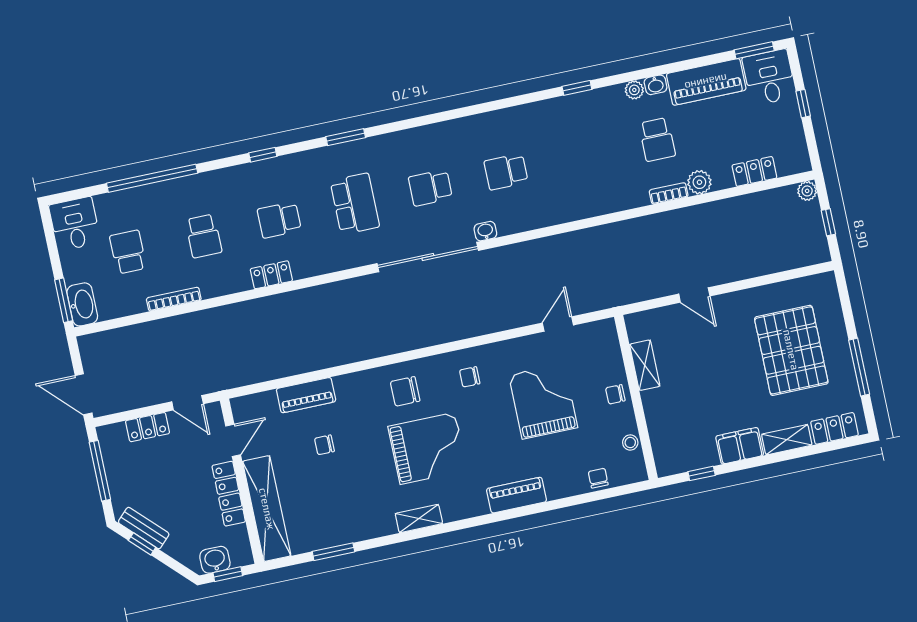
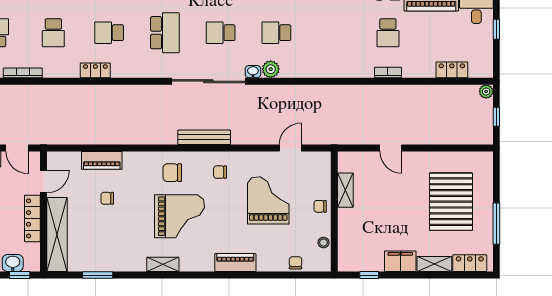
plant: (699, 182) -> (271, 69), moved
bench: (438, 334) -> (204, 137), added

